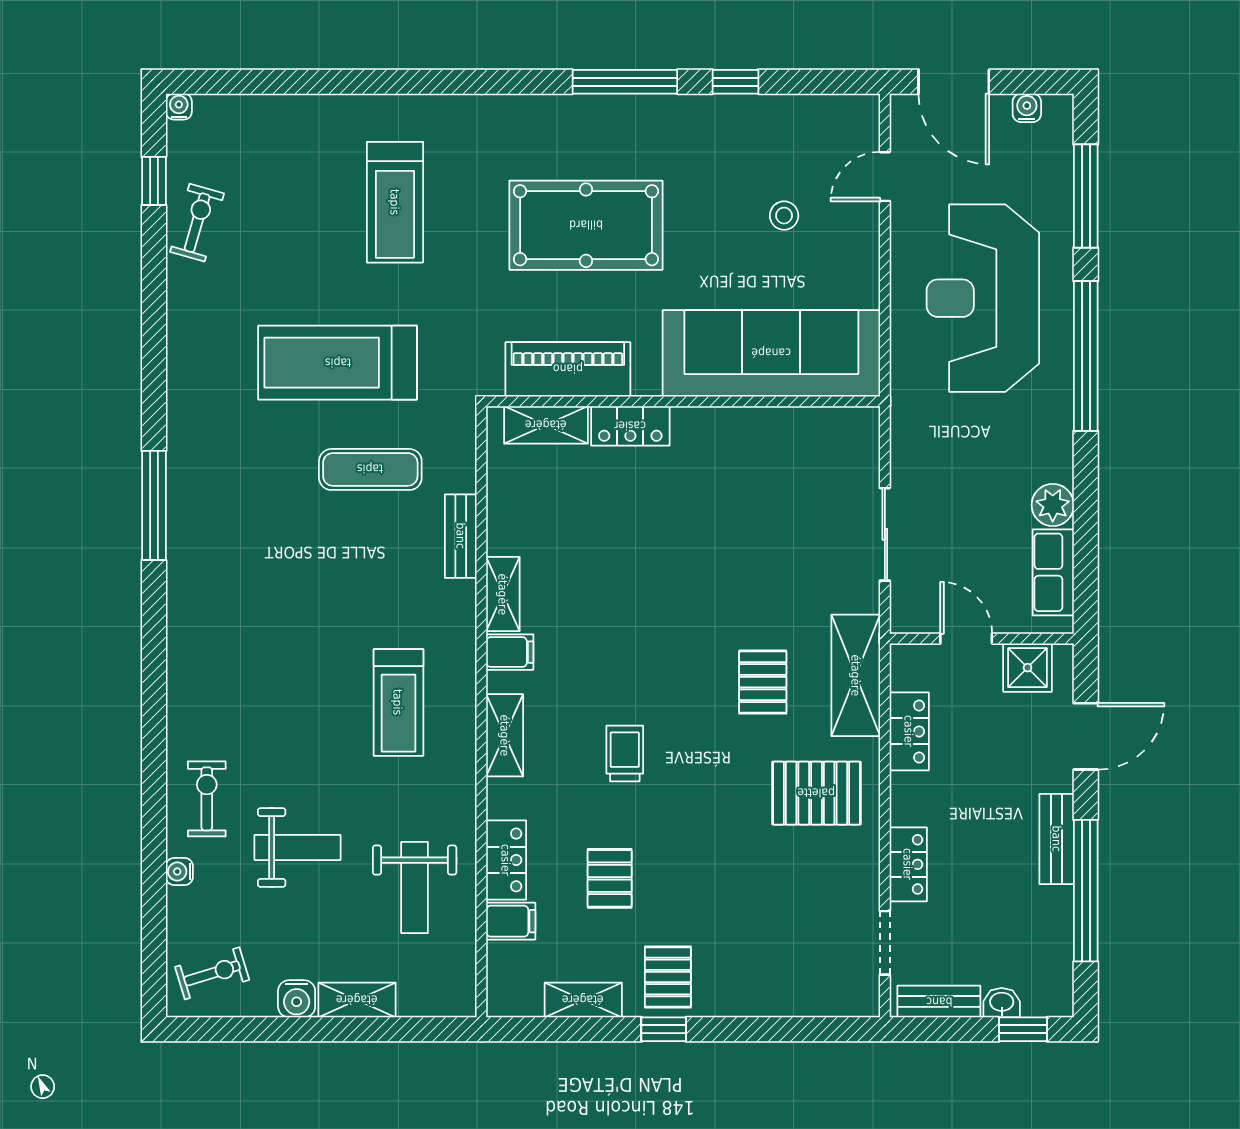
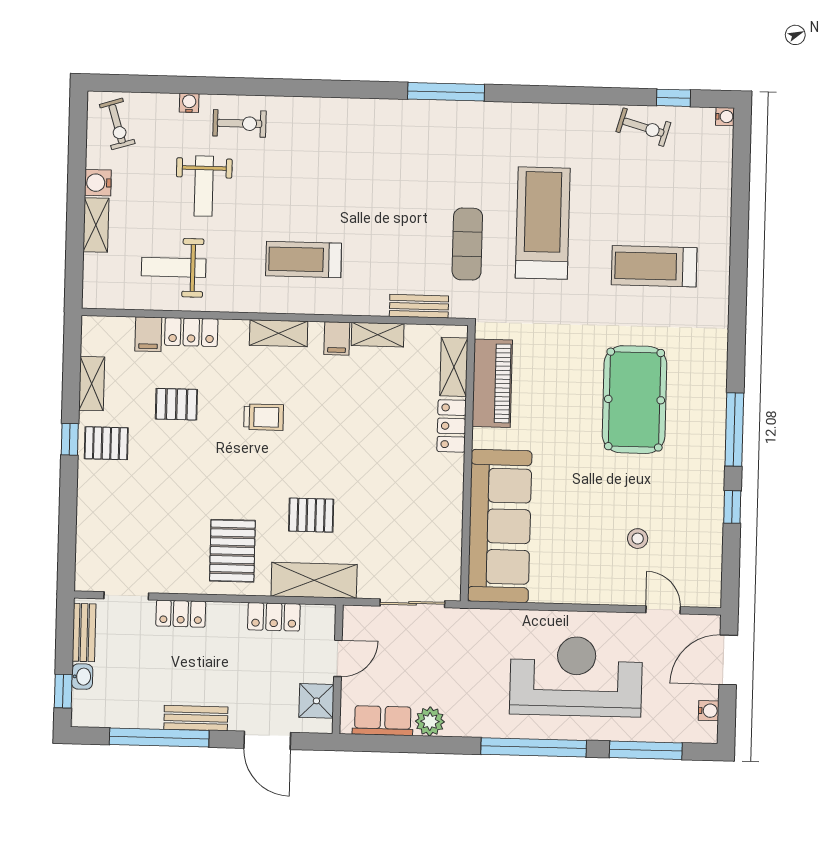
sofa: (771, 353) -> (500, 526), moved
piano: (568, 369) -> (492, 383), moved
wall: (683, 401) -> (468, 463), moved
shelving: (546, 425) -> (454, 367), moved
locker: (630, 426) -> (452, 426), moved

